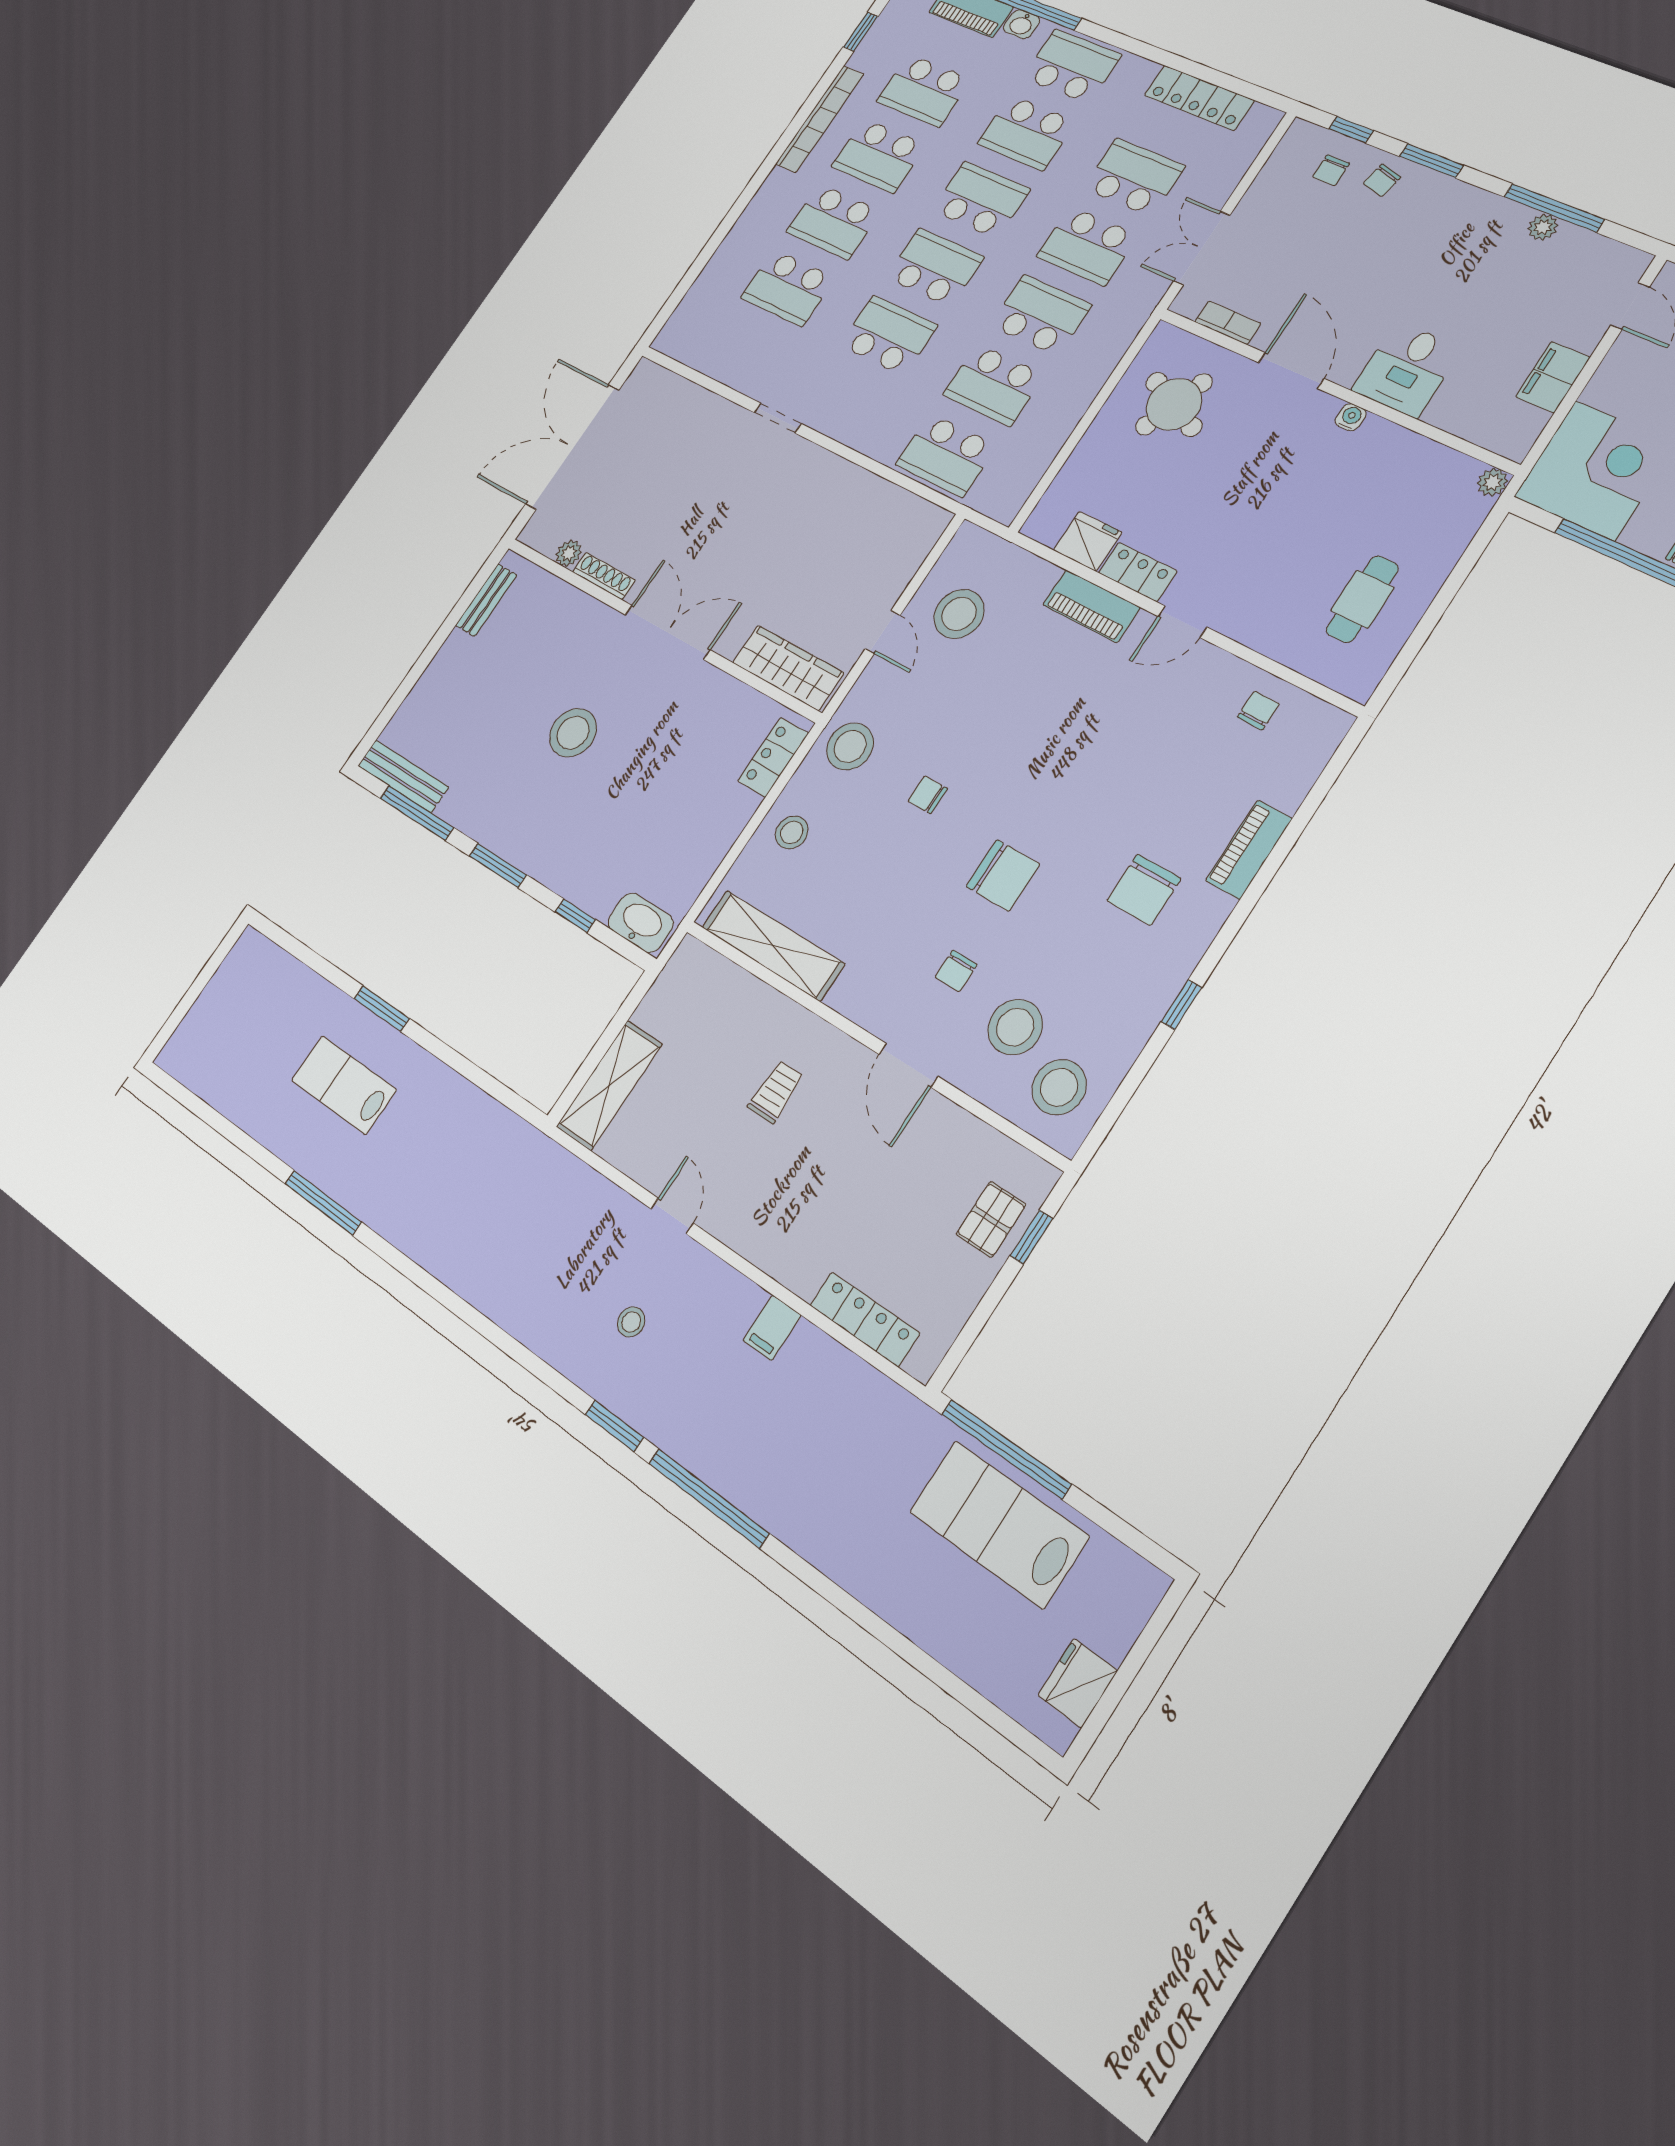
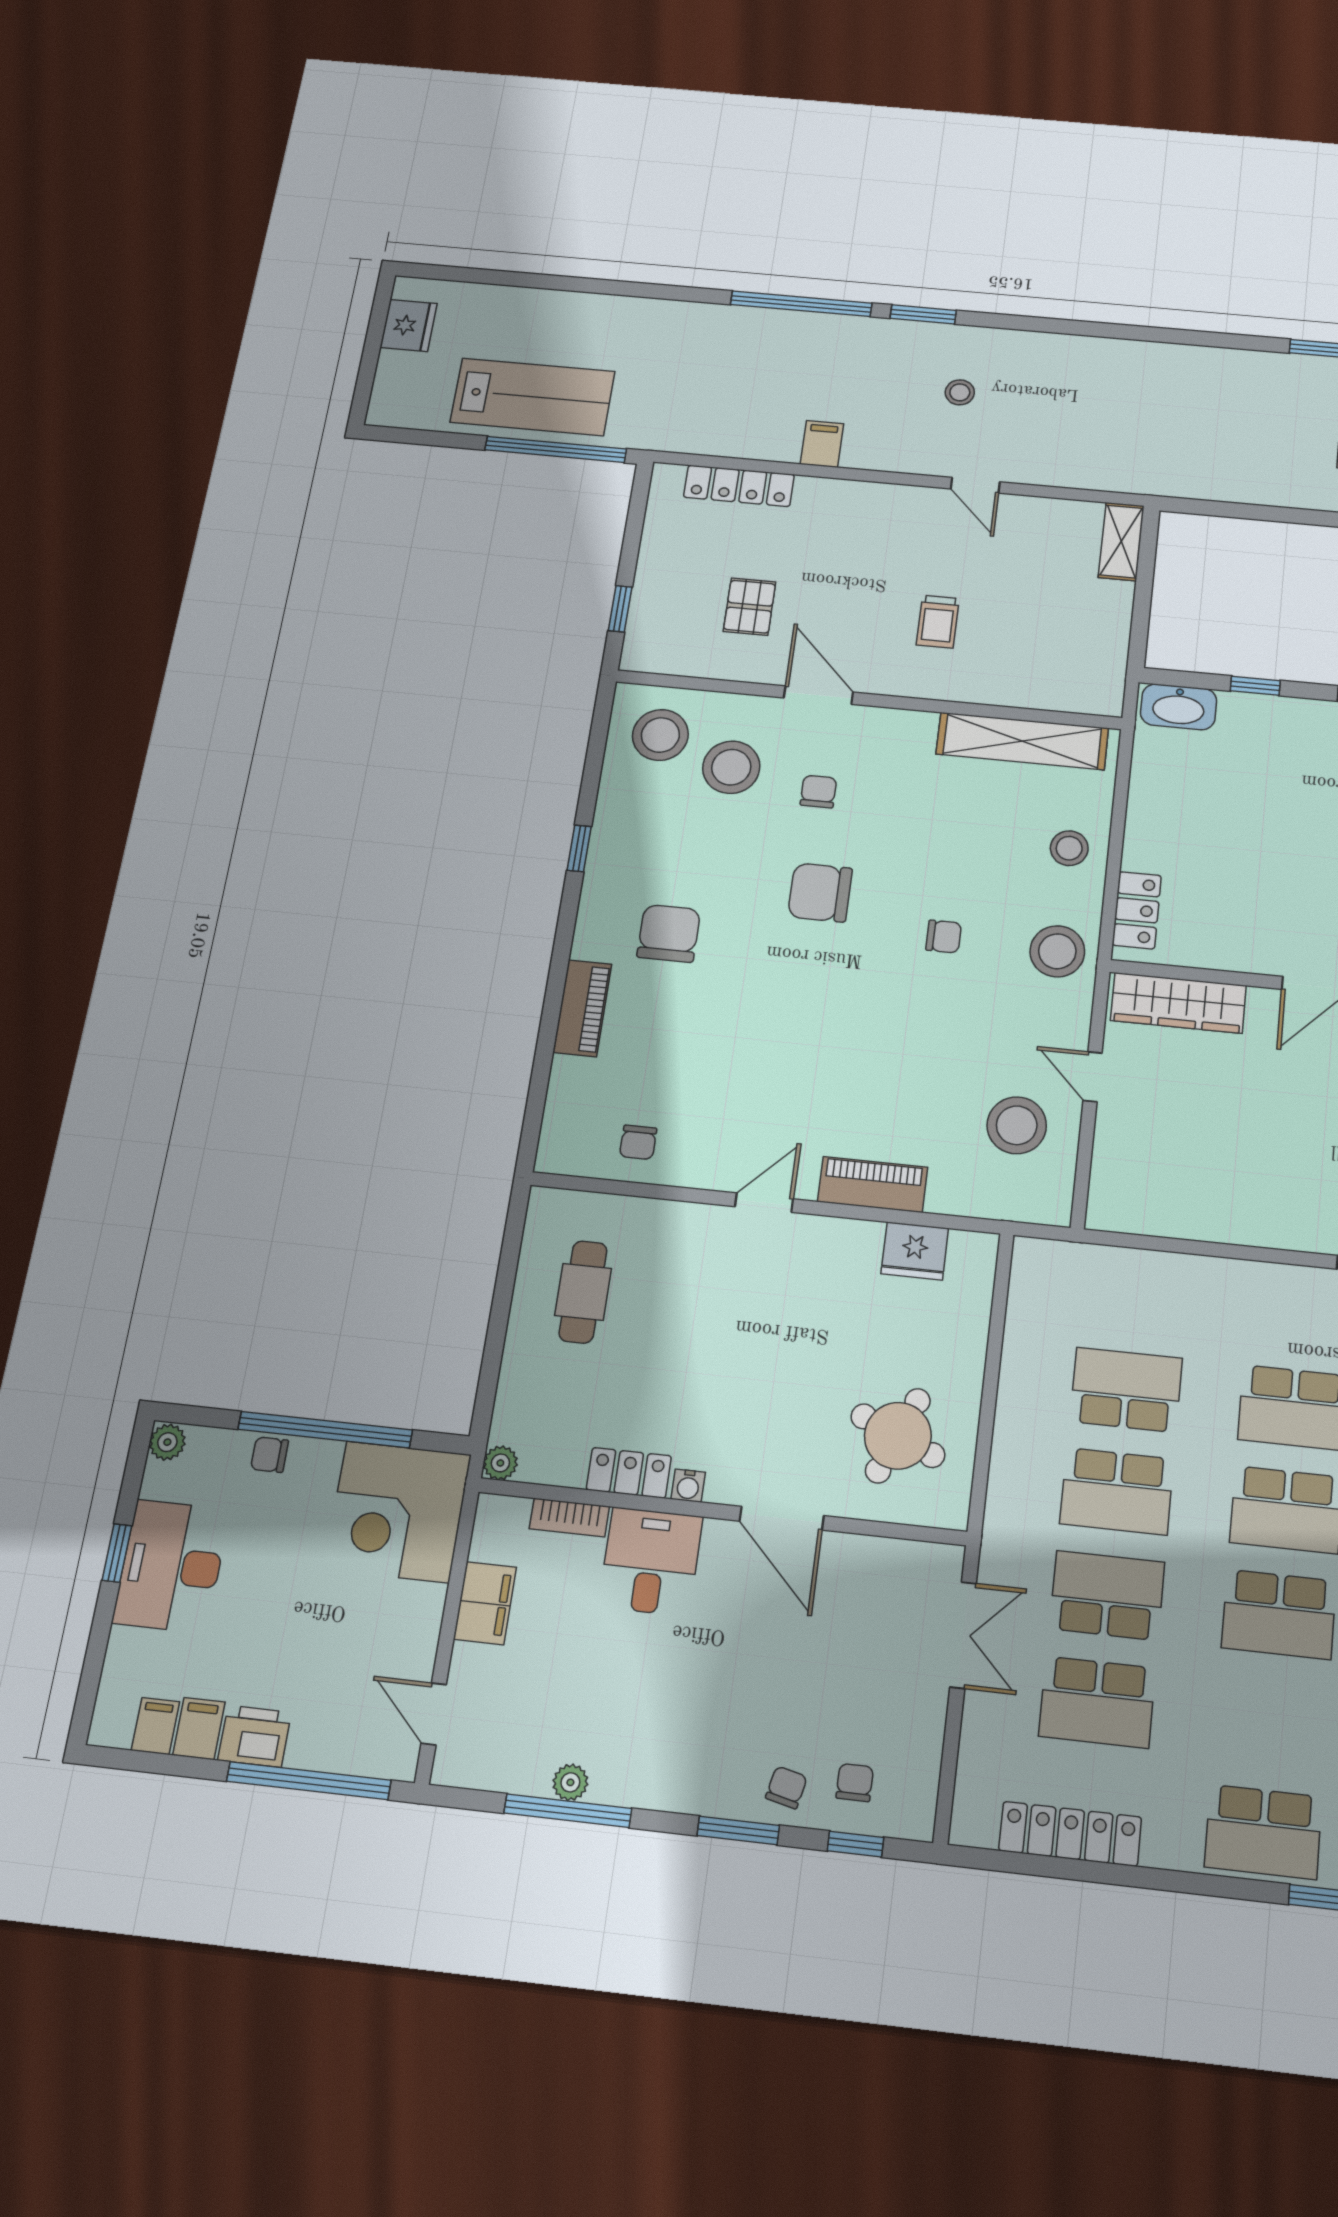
school desk: (1026, 133) -> (1271, 1722), removed
bookcase: (1228, 323) -> (569, 1518), moved
school desk: (946, 455) -> (1135, 1291), removed
locker: (1138, 572) -> (629, 1473), moved, turned 180
shelving: (609, 1085) -> (1121, 541), width x0.67, depth x0.75
pallet: (991, 1219) -> (750, 607), moved

